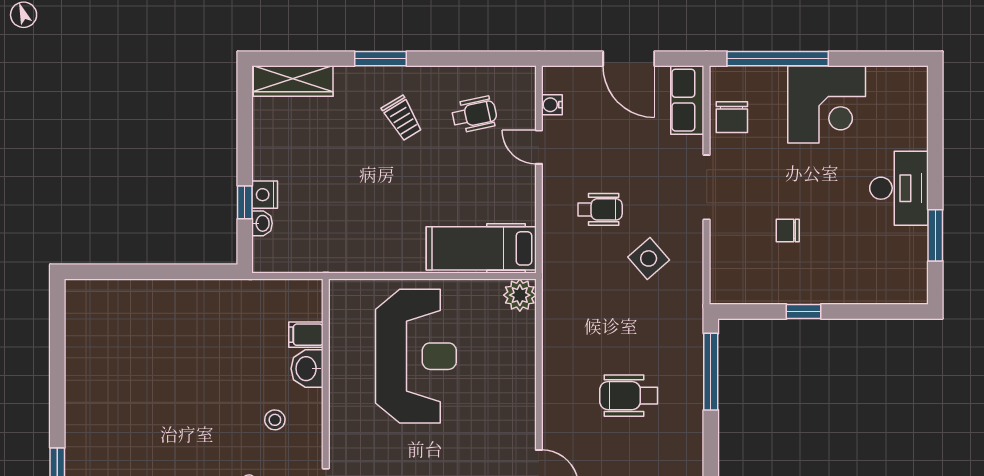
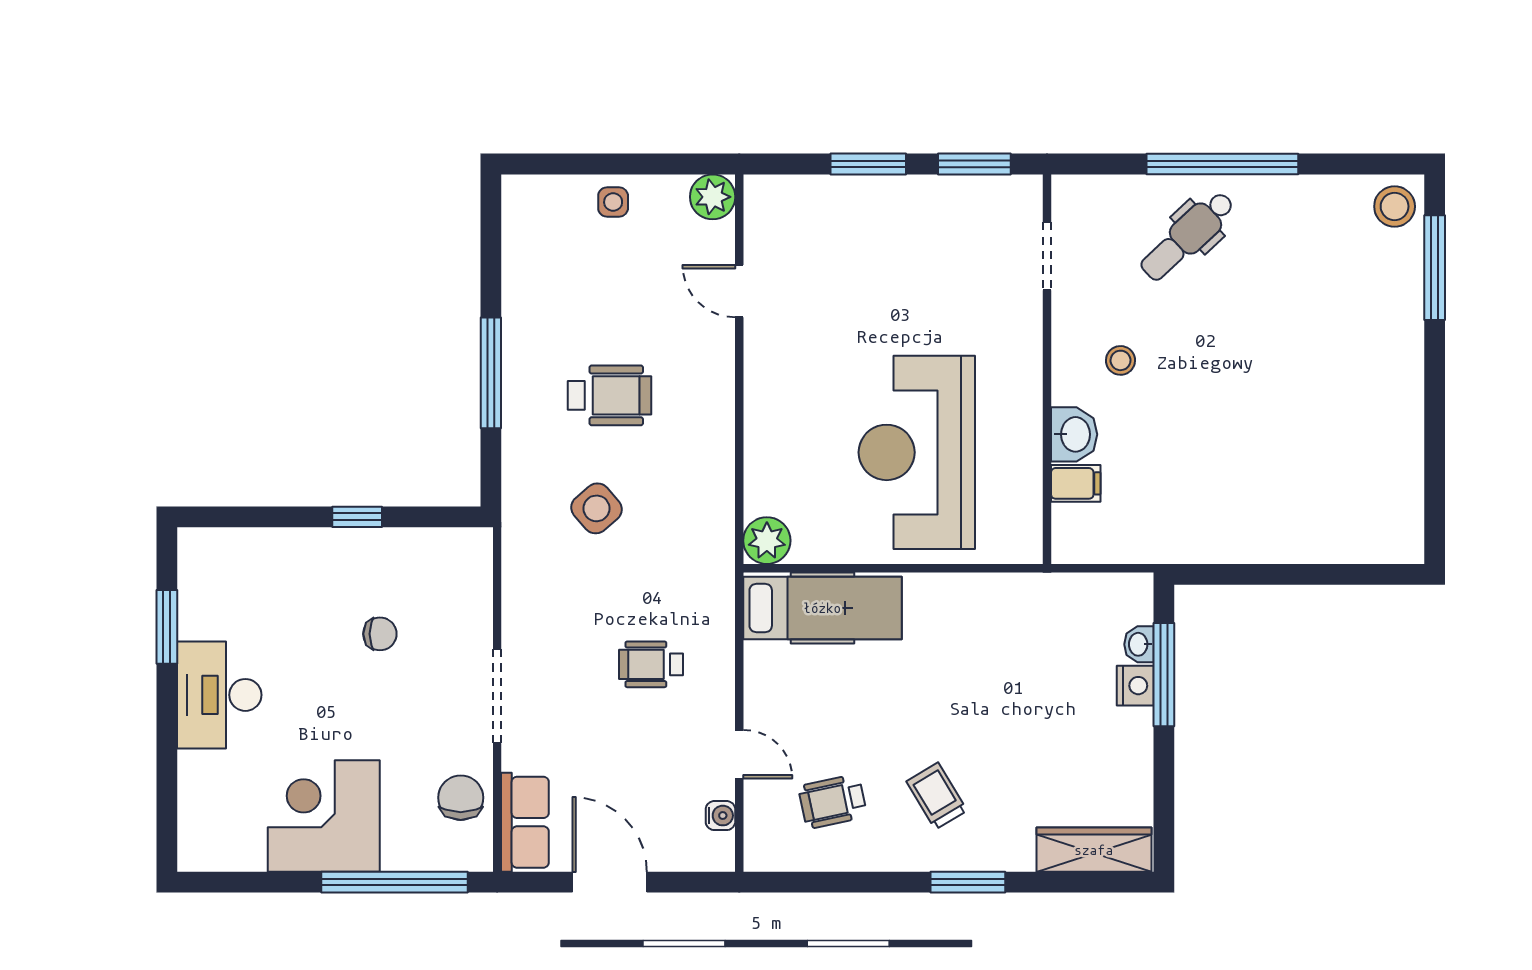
window: (245, 202) -> (1164, 675), width x2.17
side table: (649, 258) -> (596, 508), moved
window: (711, 372) -> (491, 373), moved

